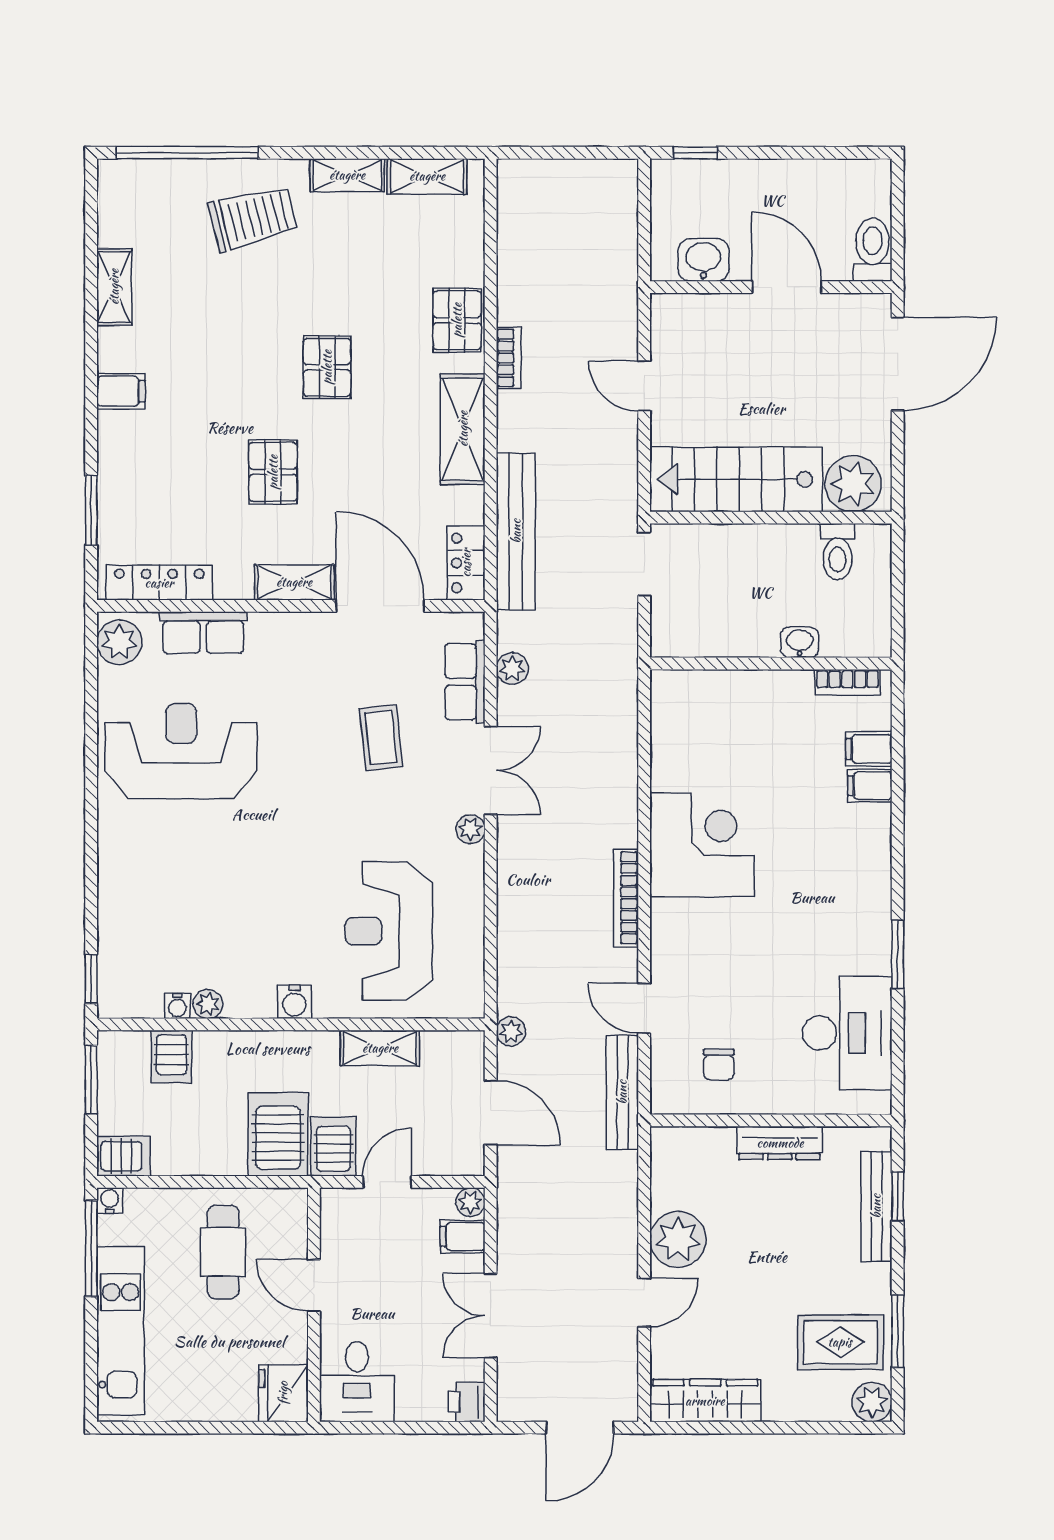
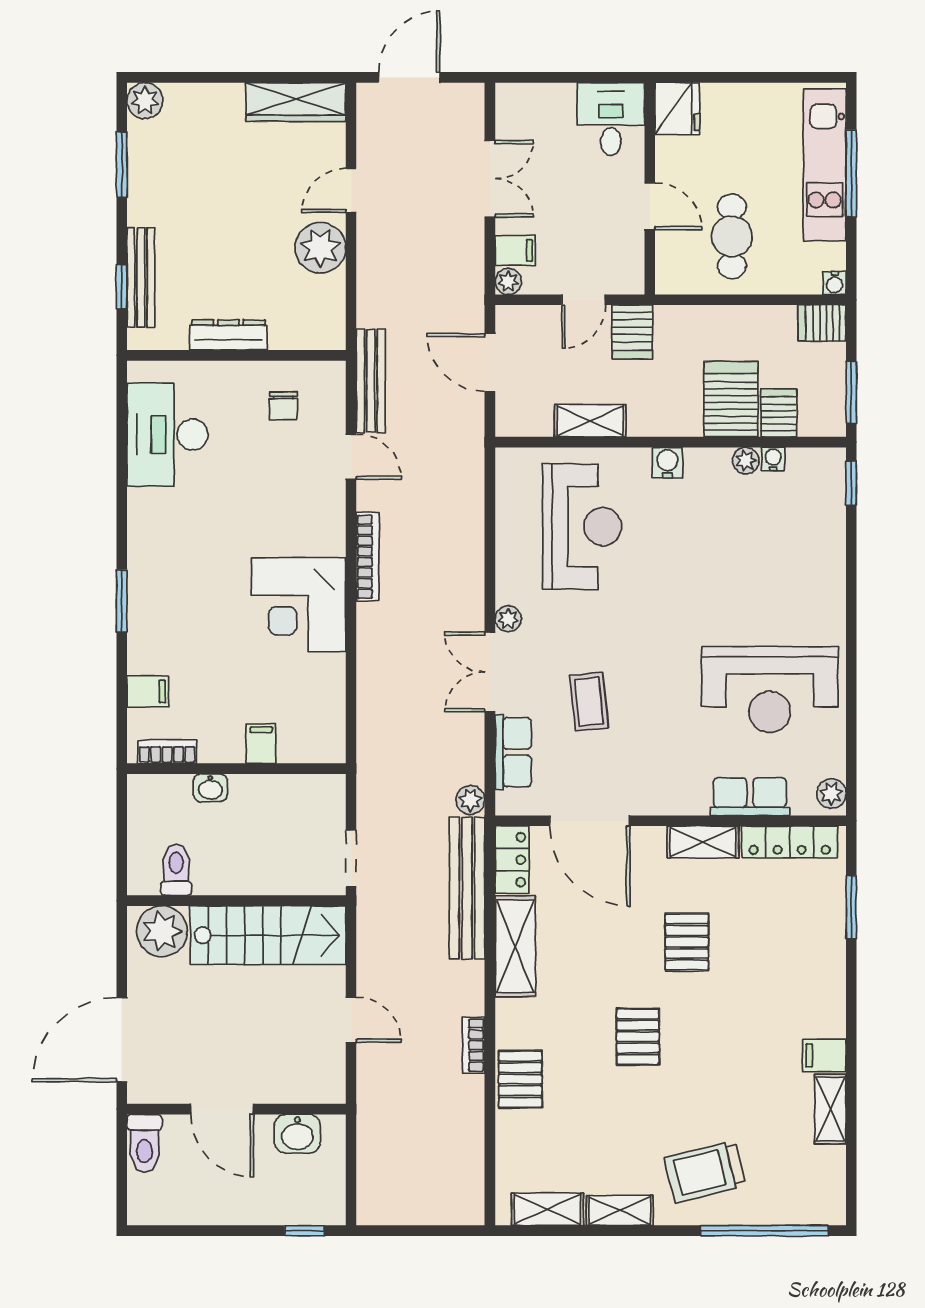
filing cabinet: (121, 391) -> (824, 1055), moved
shelving: (463, 429) -> (515, 946), moved
shelving: (294, 582) -> (703, 842), moved
plant: (119, 642) -> (831, 794), width x0.73, depth x0.73
plant: (512, 669) -> (470, 800), moved
filing cabinet: (870, 786) -> (261, 744), moved, turned -90
window: (898, 954) -> (122, 601), moved
plant: (511, 1031) -> (471, 436), removed
chair: (719, 1065) -> (283, 406), turned 180
server rack: (278, 1134) -> (731, 399), moved, turned 180
window: (91, 1248) -> (851, 173), moved
rug: (840, 1342) -> (173, 155), removed
printer: (467, 1402) -> (512, 101), removed

